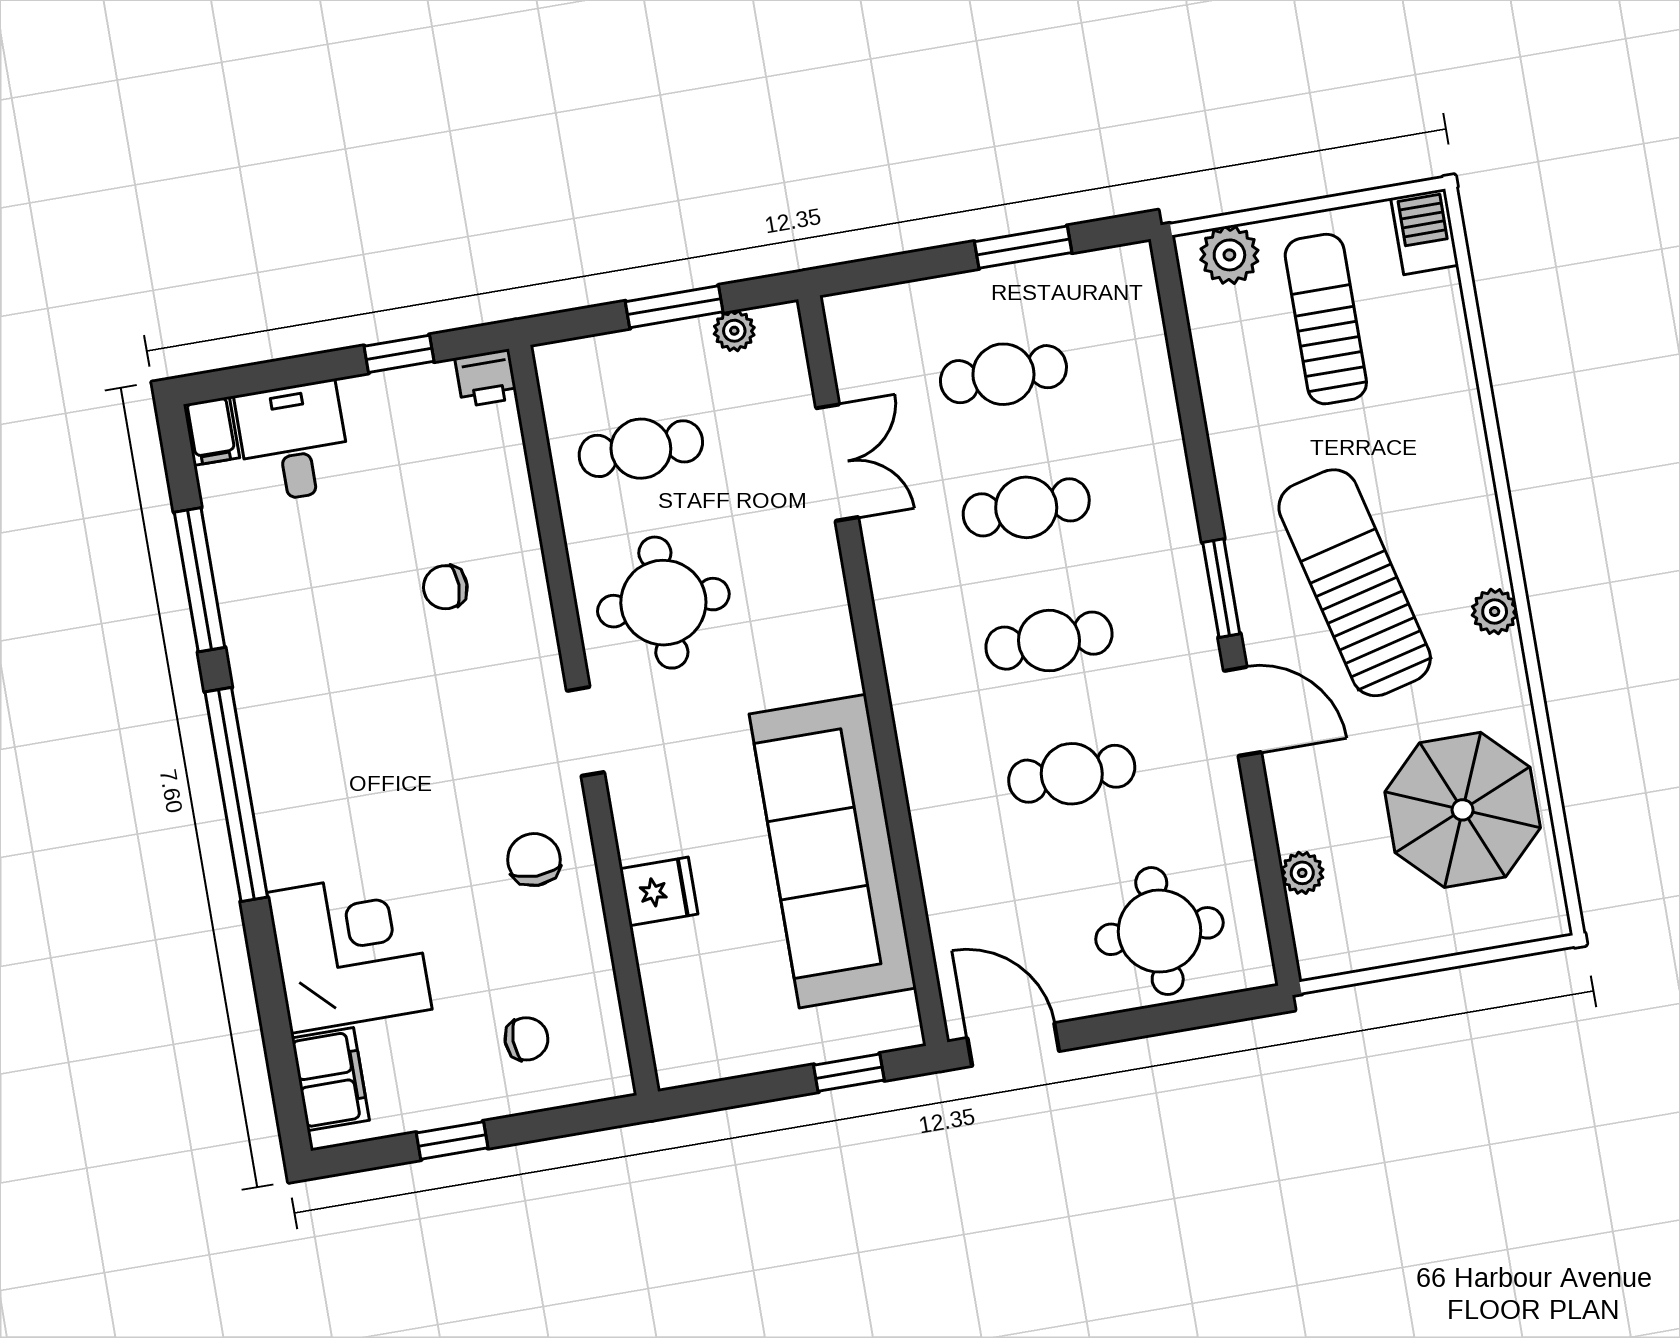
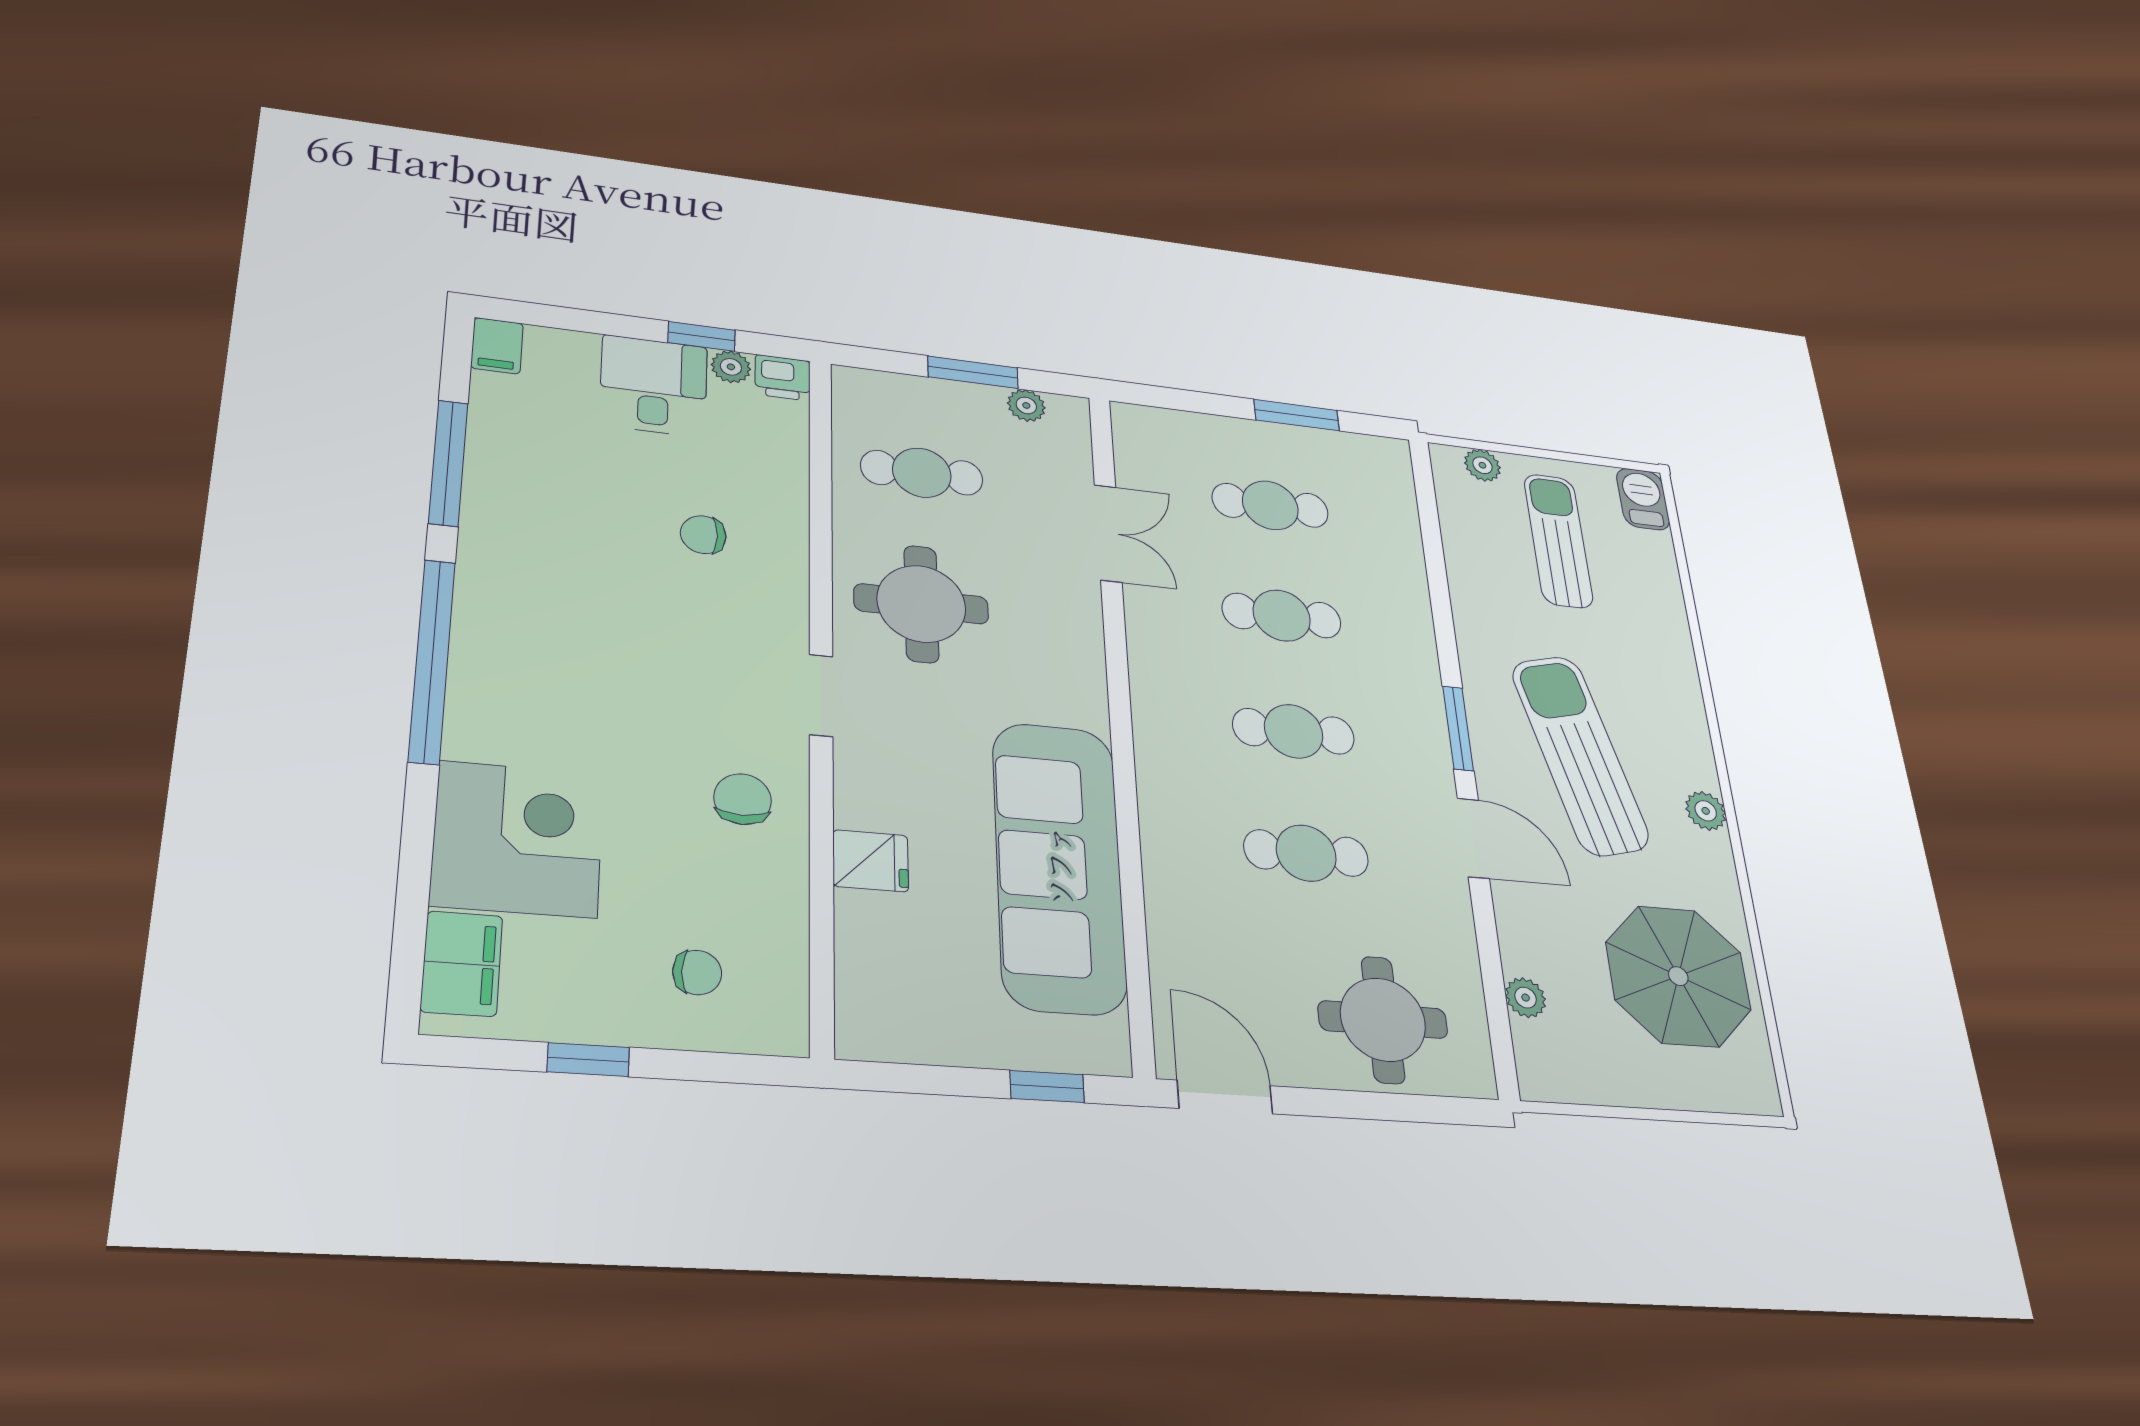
plant: (1229, 255) -> (1482, 465), width x0.73, depth x0.73
plant: (434, 382) -> (731, 367), added
desk: (293, 442) -> (654, 386), moved

